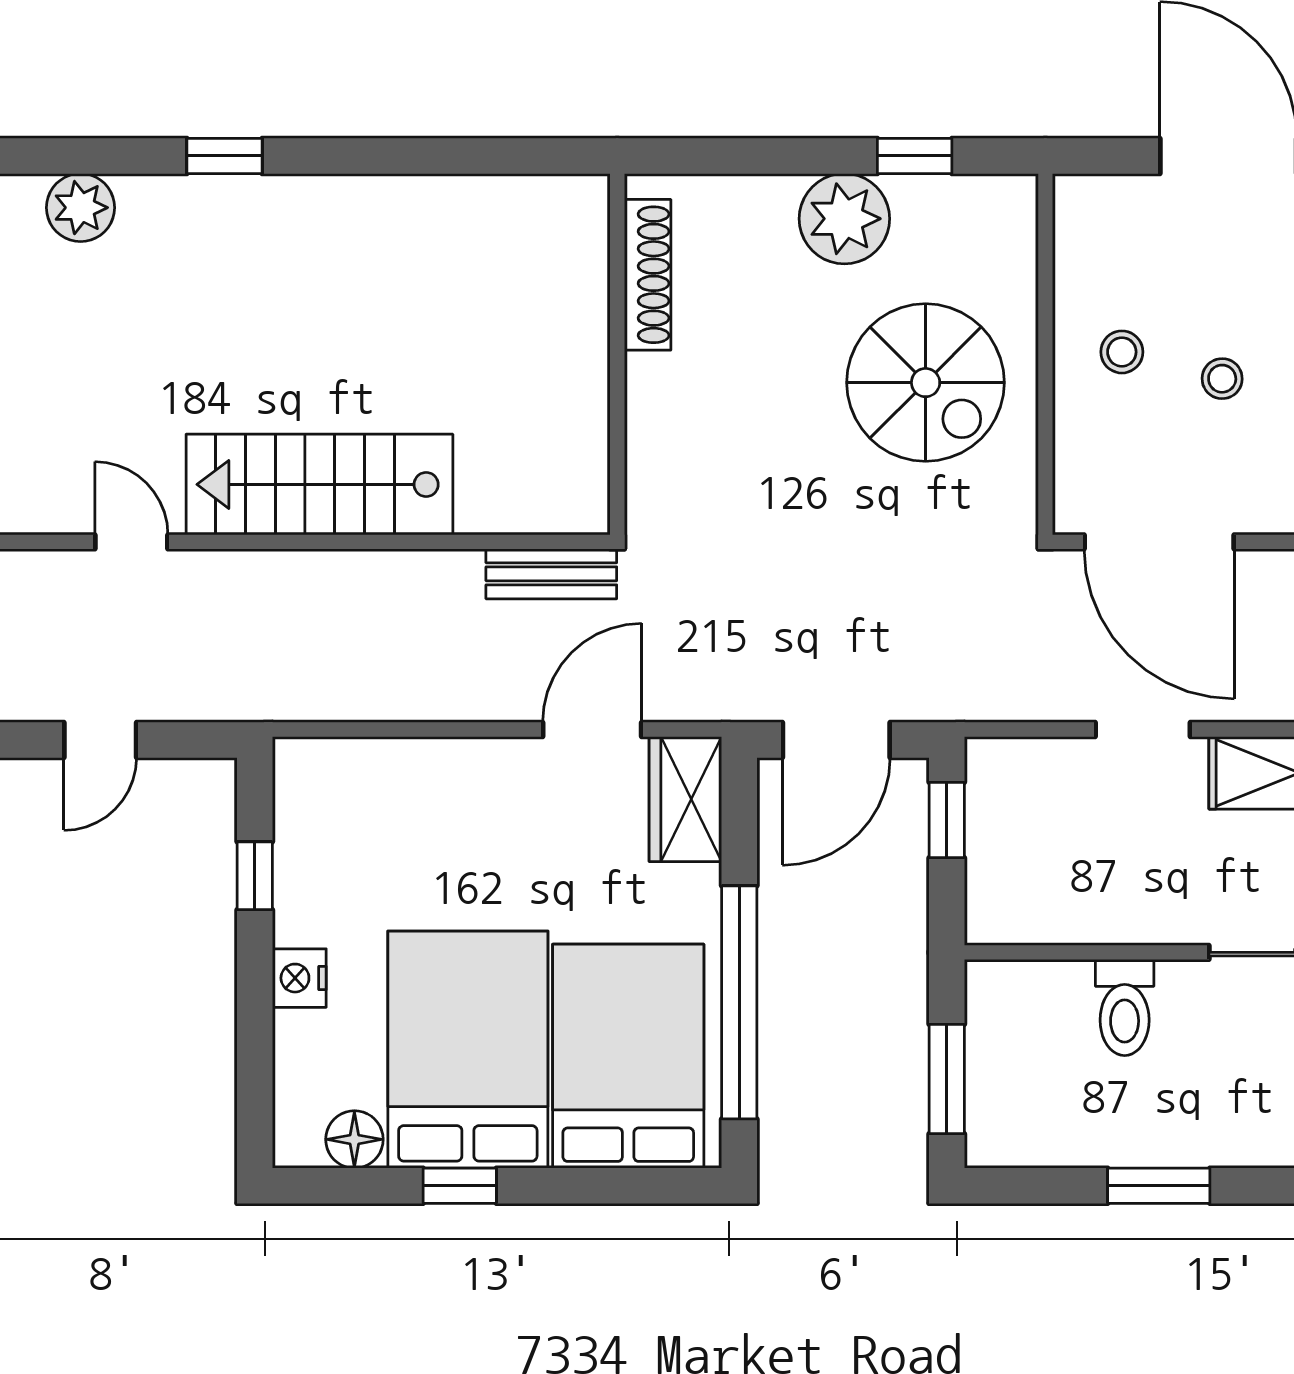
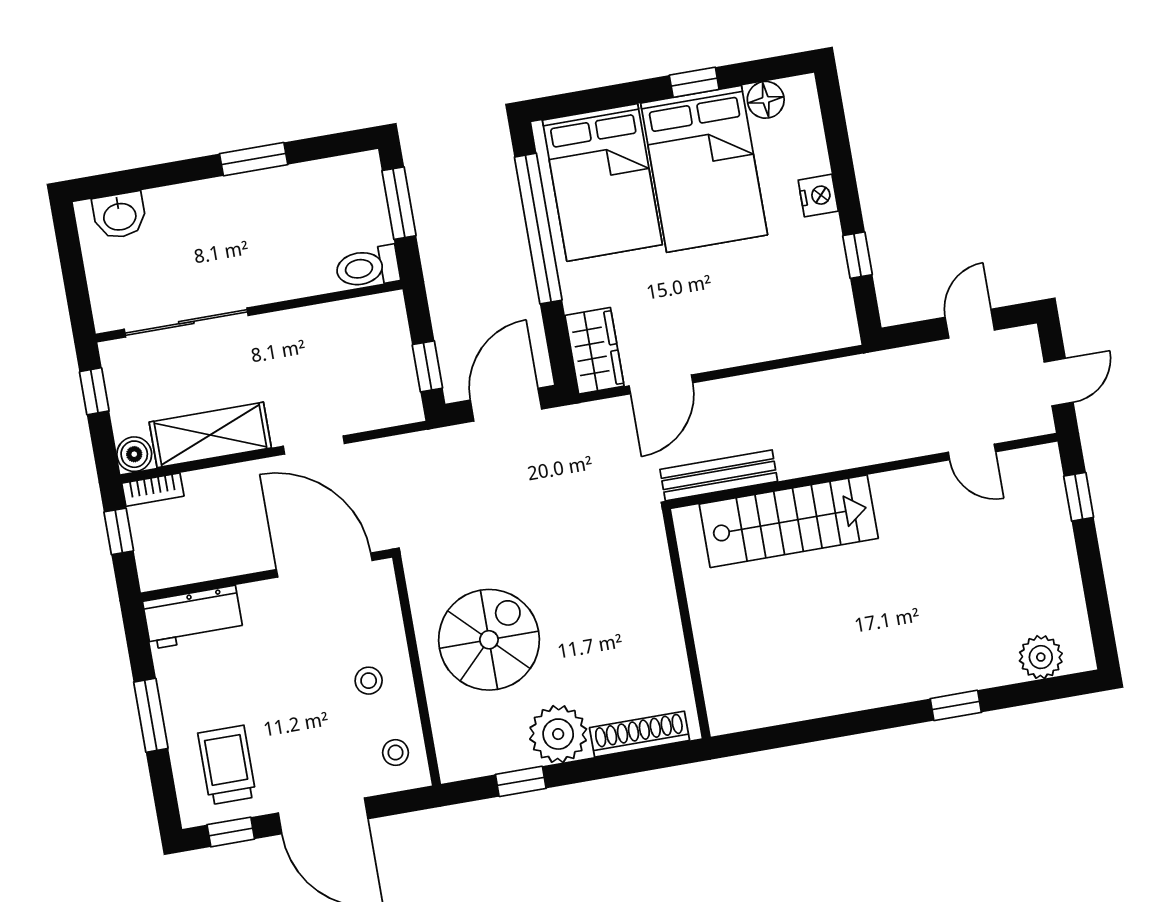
shoe rack: (648, 275) -> (640, 734), moved, turned 90
stool: (1222, 379) -> (395, 753), moved
spiral stairs: (926, 383) -> (489, 640), turned 90
stairs: (319, 484) -> (789, 521), moved
bench: (551, 574) -> (719, 475), width x1.36
toilet: (1125, 1008) -> (367, 267), moved, turned -90

